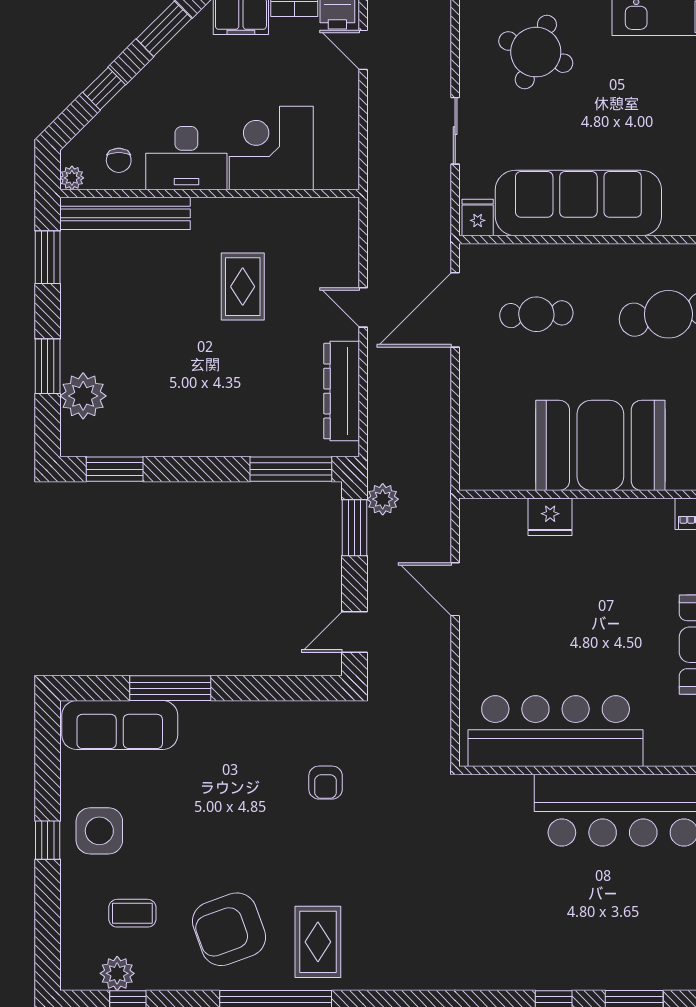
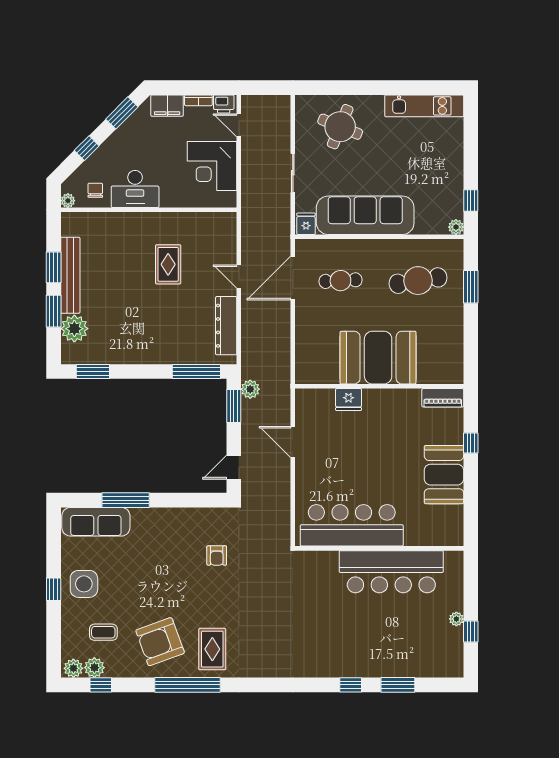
corner desk: (271, 148) -> (212, 166), moved, turned -90
chair: (119, 160) -> (95, 190), turned 180
bench: (125, 213) -> (70, 275), moved, turned 90
window: (48, 257) -> (54, 267), moved
plant: (81, 975) -> (73, 668), added

